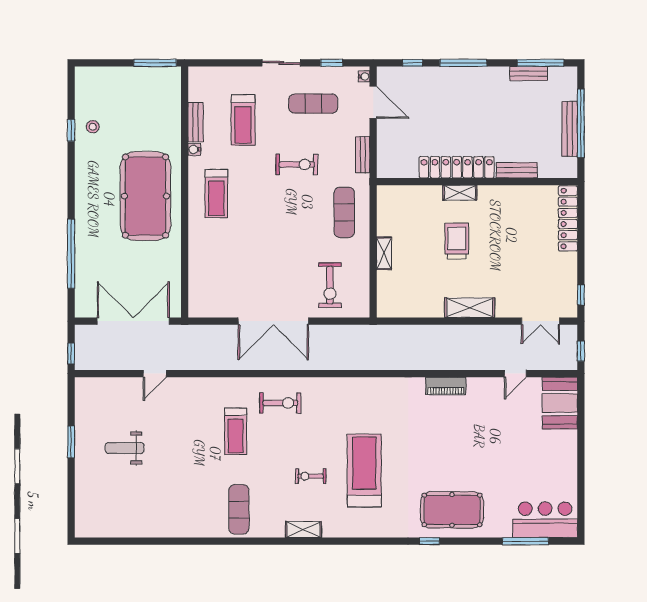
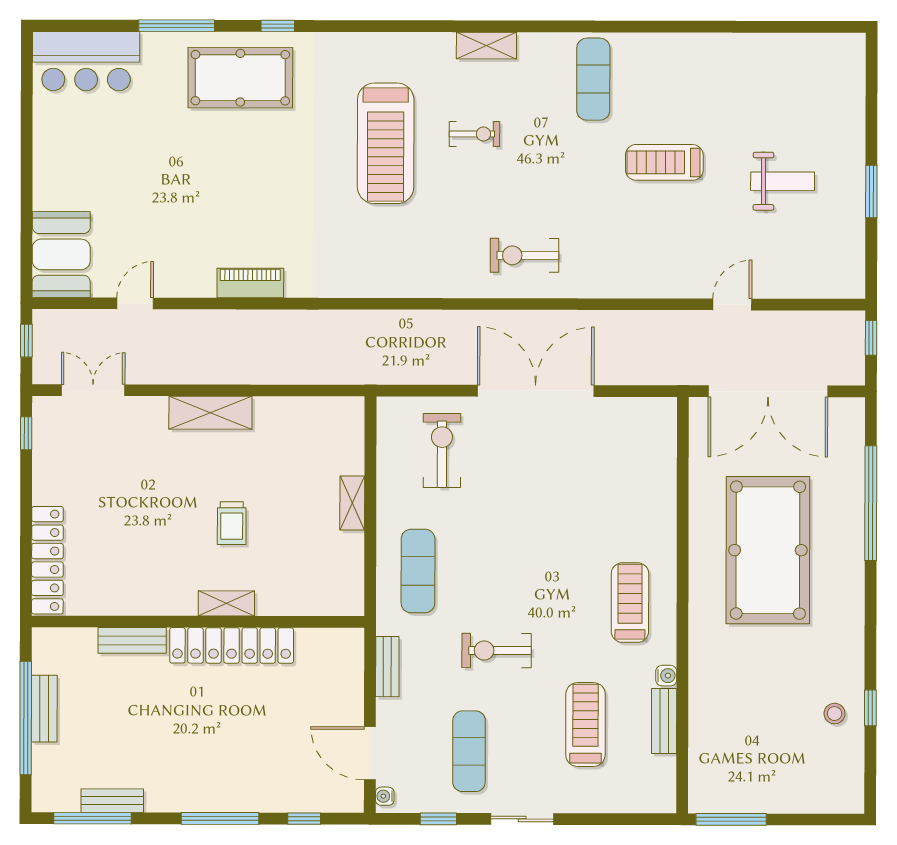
exercise mat: (313, 104) -> (469, 751), turned 90
bench: (570, 129) -> (44, 709), width x0.73
pool table: (145, 196) -> (768, 550), moved
trolley: (457, 241) -> (232, 523), width x0.73, depth x0.72
treadmill: (236, 431) -> (664, 162), moved, turned -90
window: (525, 541) -> (177, 26), moved

